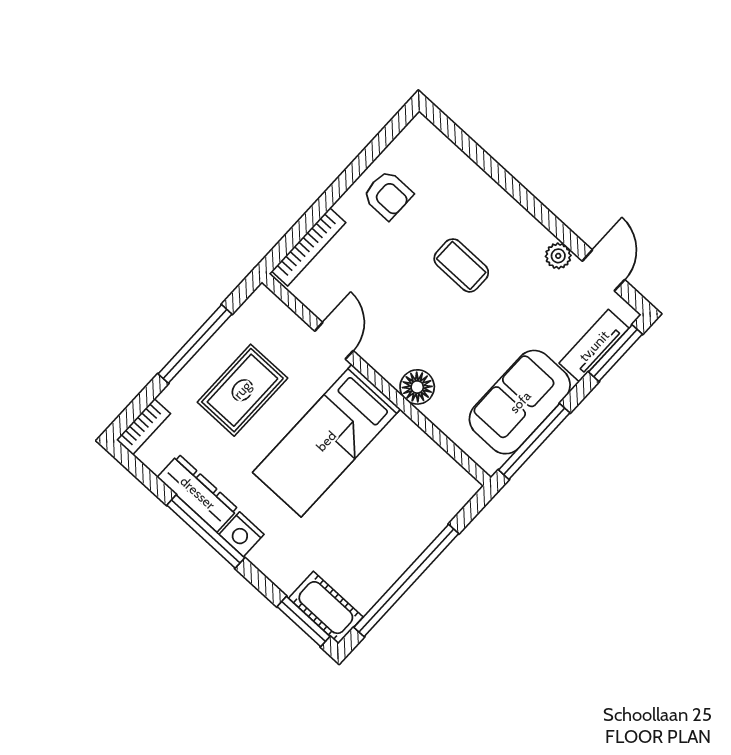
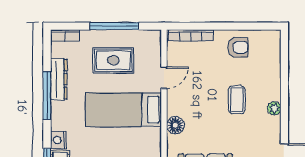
armchair: (388, 195) -> (238, 47), turned -90
plant: (558, 256) -> (274, 108), moved
nightstand: (242, 534) -> (58, 140), moved

